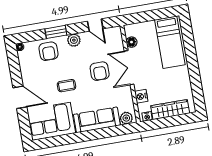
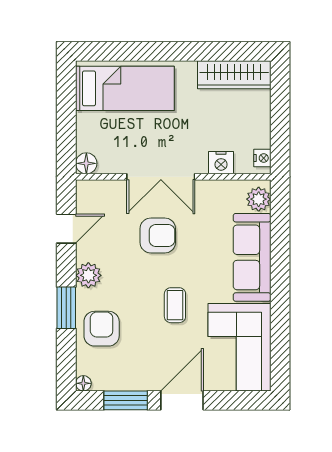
floor lamp: (132, 42) -> (86, 163), moved
armchair: (48, 51) -> (102, 329), turned -90
window: (15, 69) -> (126, 400), added
wardrobe: (170, 110) -> (234, 75), moved, turned -90

